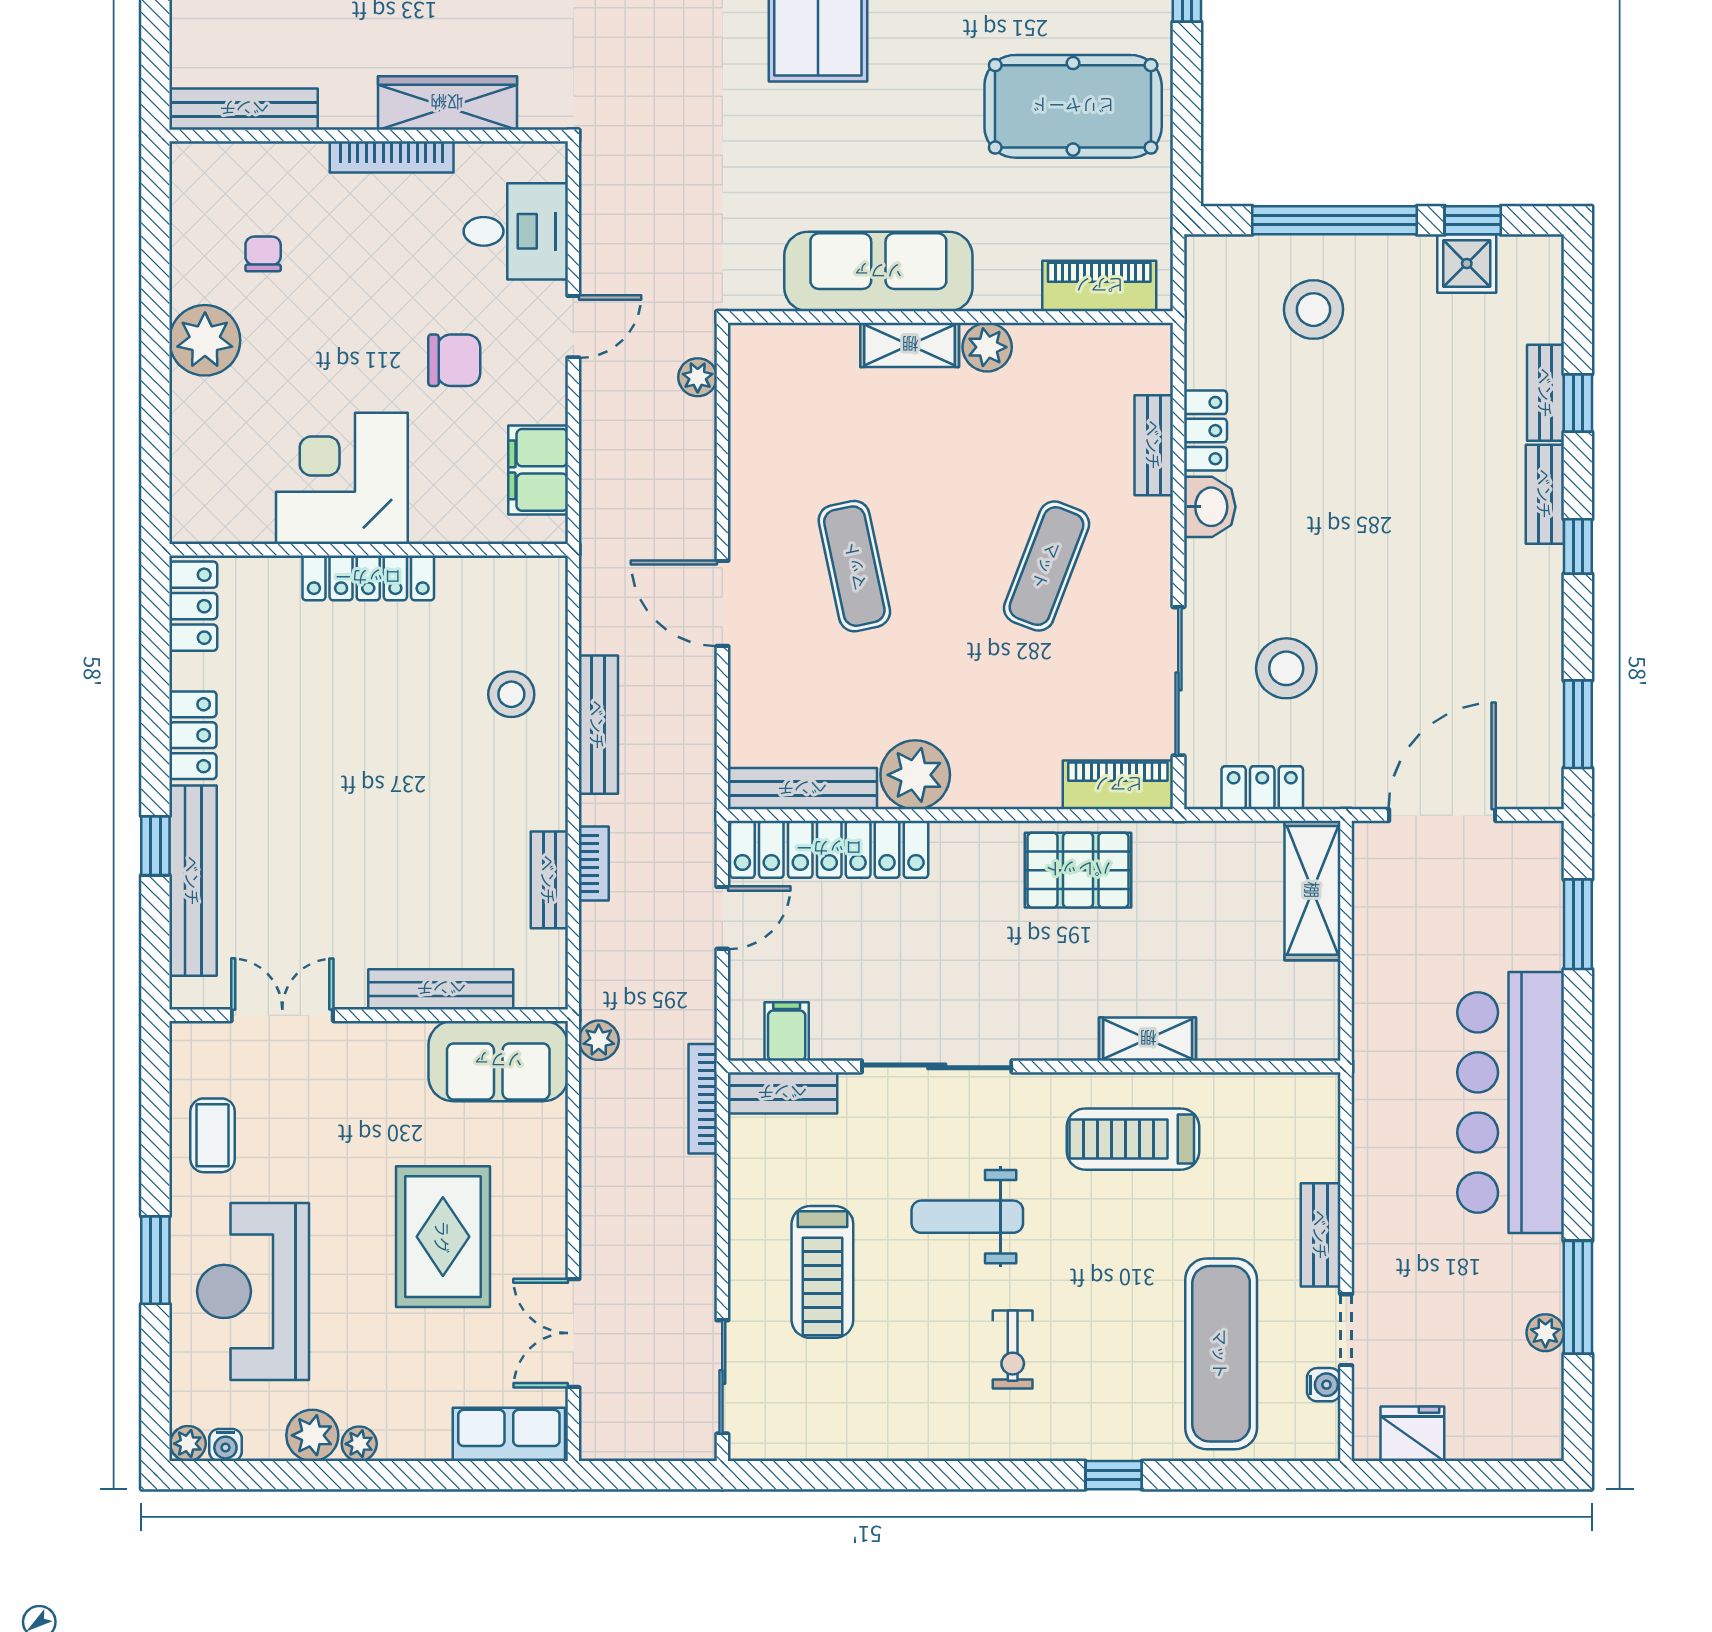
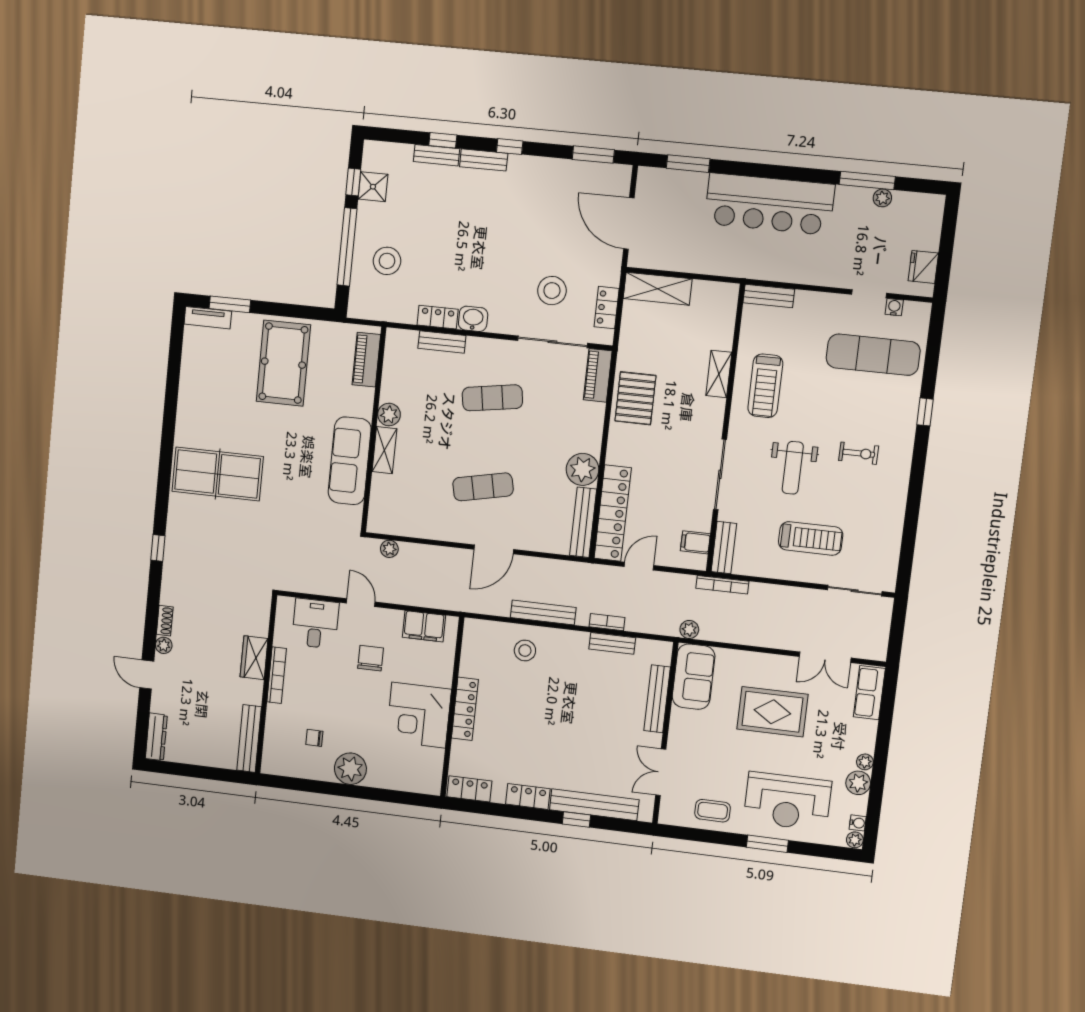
wardrobe: (447, 103) -> (254, 658), width x0.67
exercise mat: (1047, 566) -> (492, 398), turned -30
door: (722, 918) -> (639, 566), hinge flipped
bench: (1321, 1235) -> (769, 296), moved

